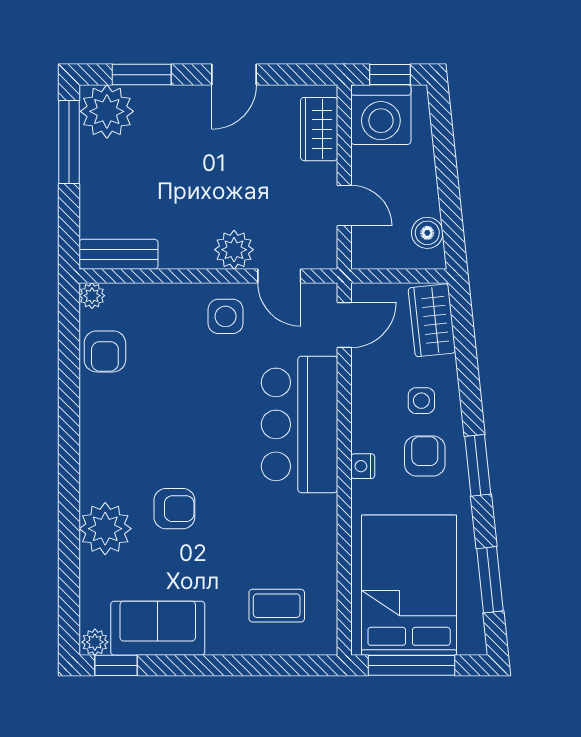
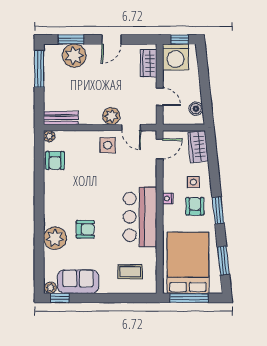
plant: (107, 111) -> (74, 56), moved
bar counter: (299, 424) -> (140, 217), moved
nightstand: (363, 466) -> (168, 199), moved

